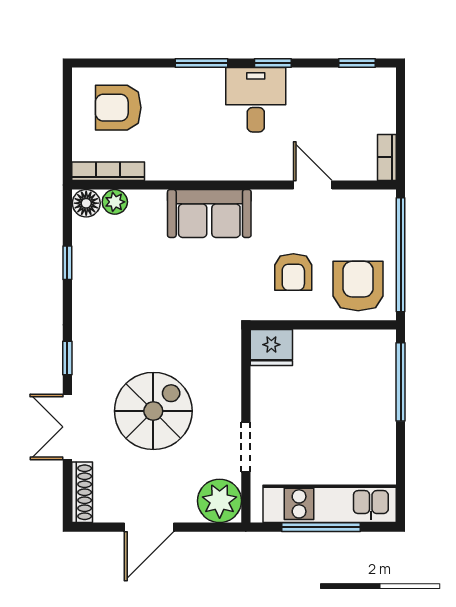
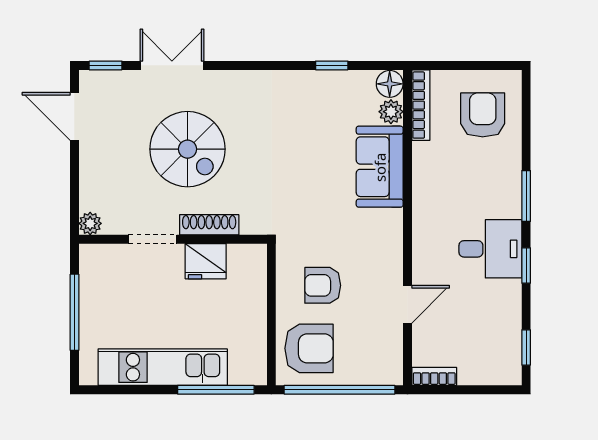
sofa: (209, 214) -> (380, 167), moved
fridge: (271, 347) -> (206, 261), moved, turned -90
window: (67, 358) -> (106, 65), moved
shoe rack: (82, 492) -> (209, 225), moved, turned 180
plant: (220, 501) -> (90, 223), width x0.53, depth x0.53
kitchen unit: (330, 504) -> (163, 367), moved, turned -90
door: (149, 527) -> (74, 116), moved

